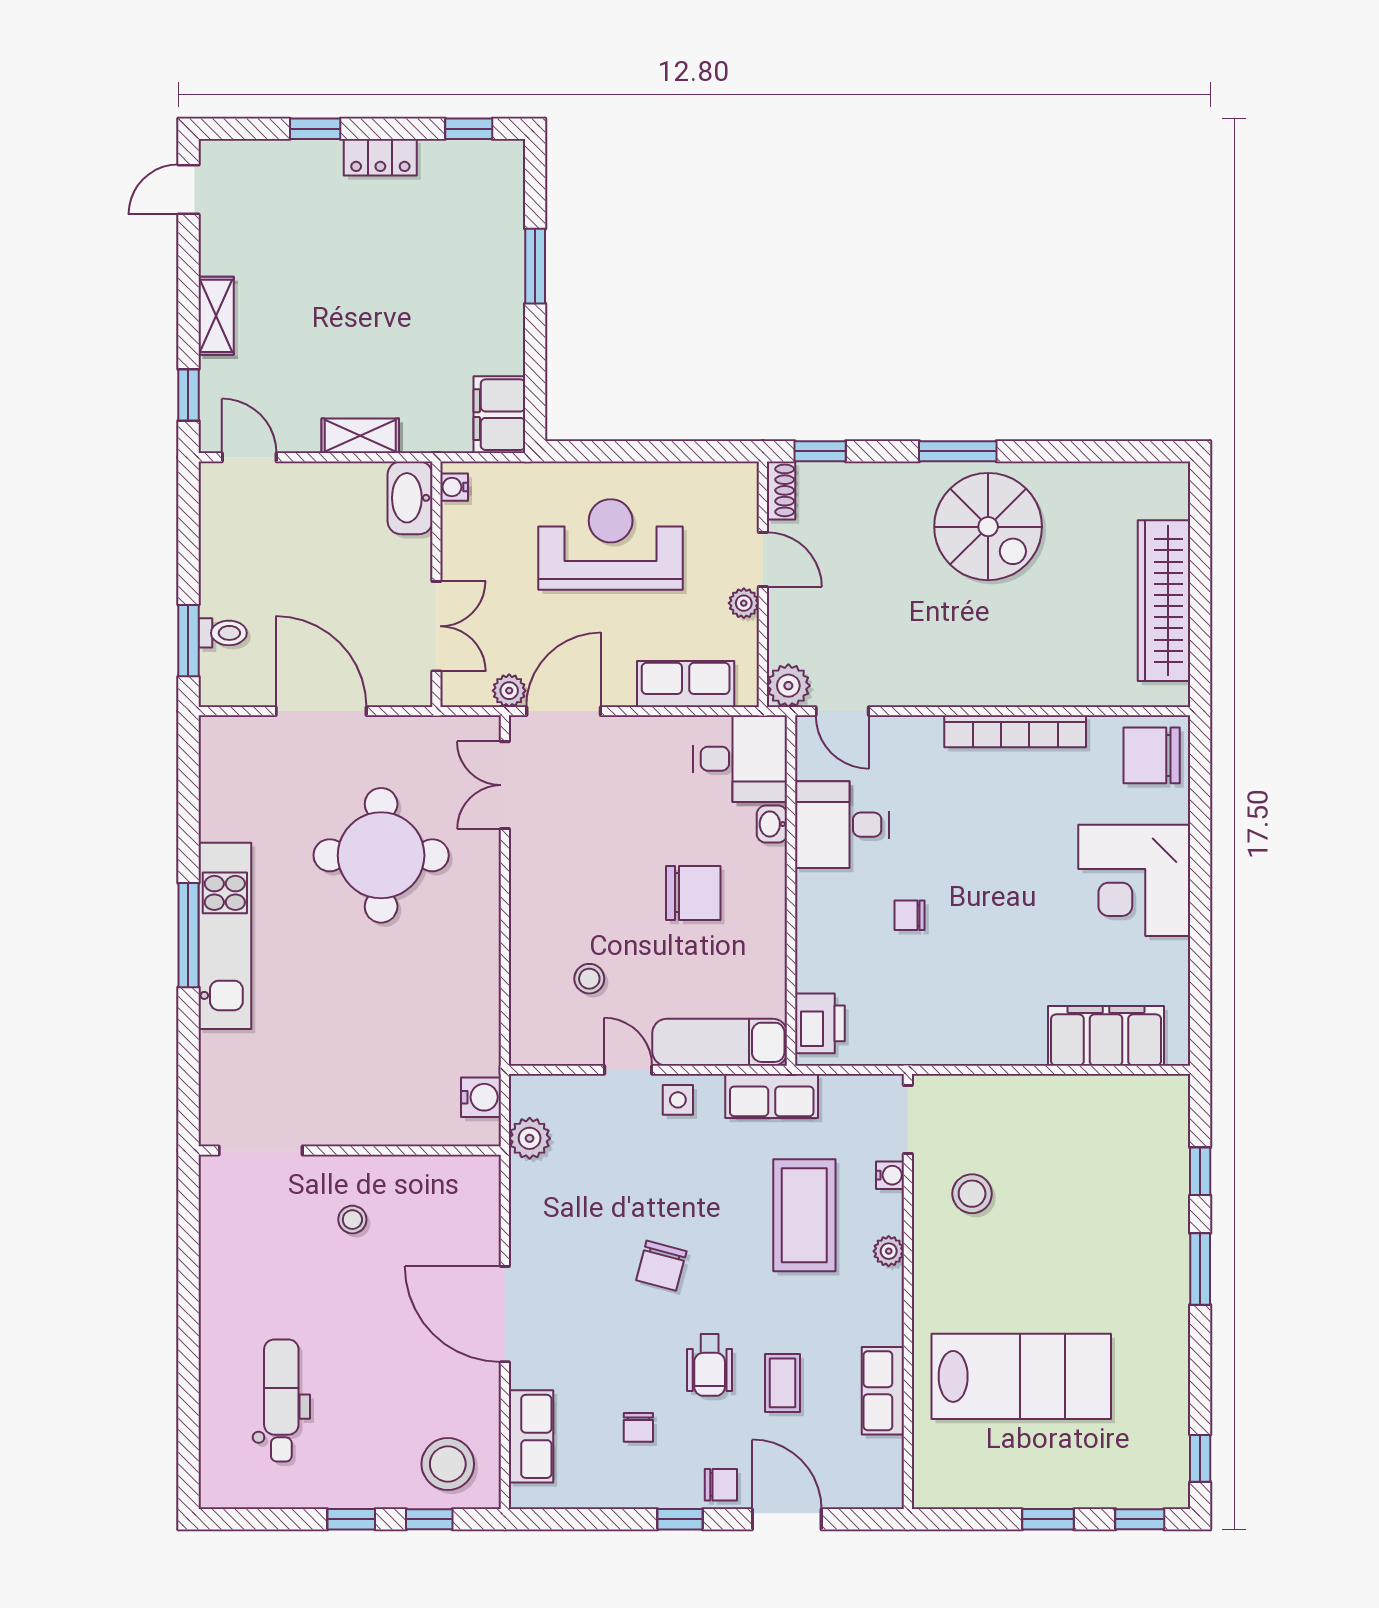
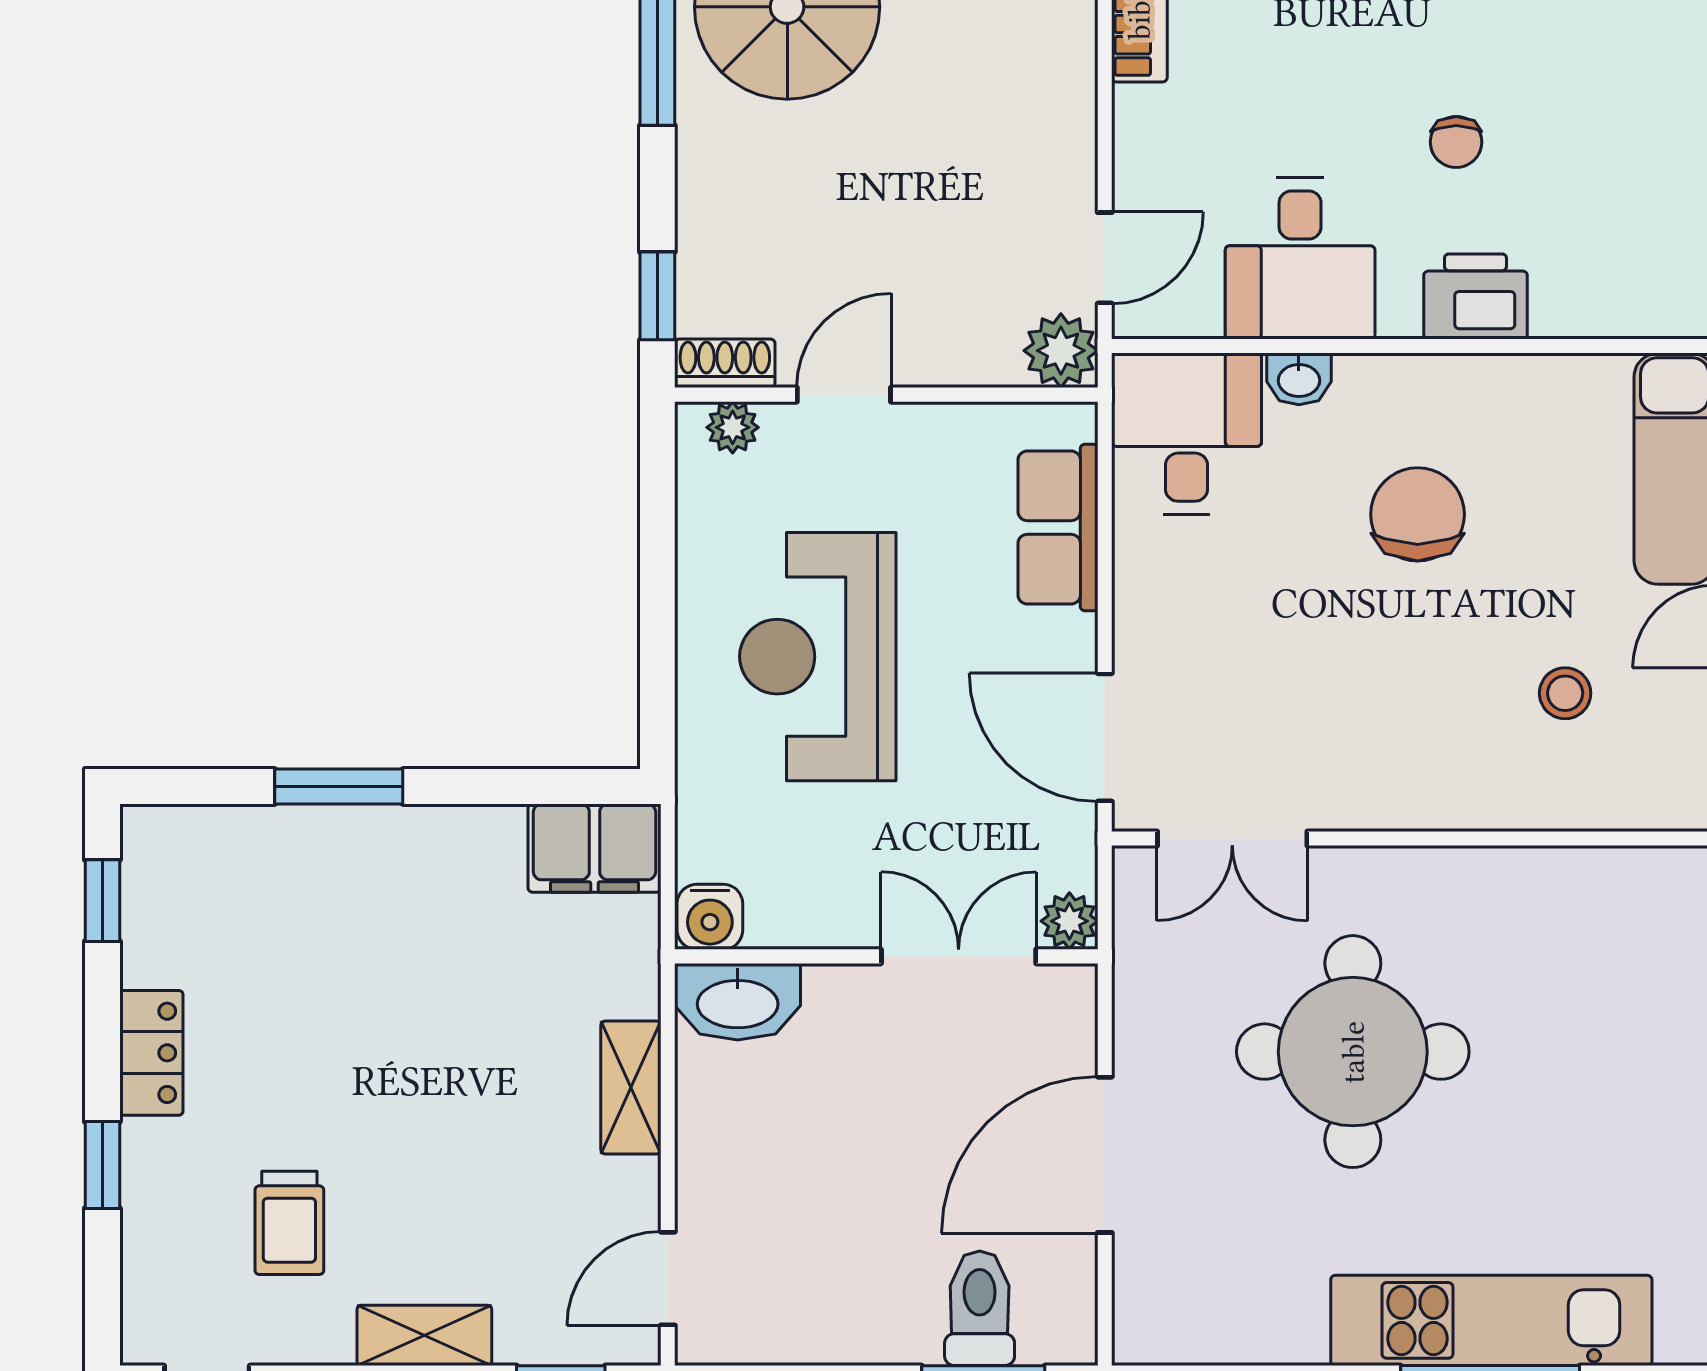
trolley: (281, 237) -> (289, 1223), added
water cooler: (454, 487) -> (710, 917), width x1.38, depth x1.38
plant: (744, 603) -> (733, 427), moved
toilet: (223, 633) -> (980, 1308), width x1.37, depth x1.39
plant: (509, 691) -> (1069, 921), moved
printer: (820, 1023) -> (1476, 296), moved

